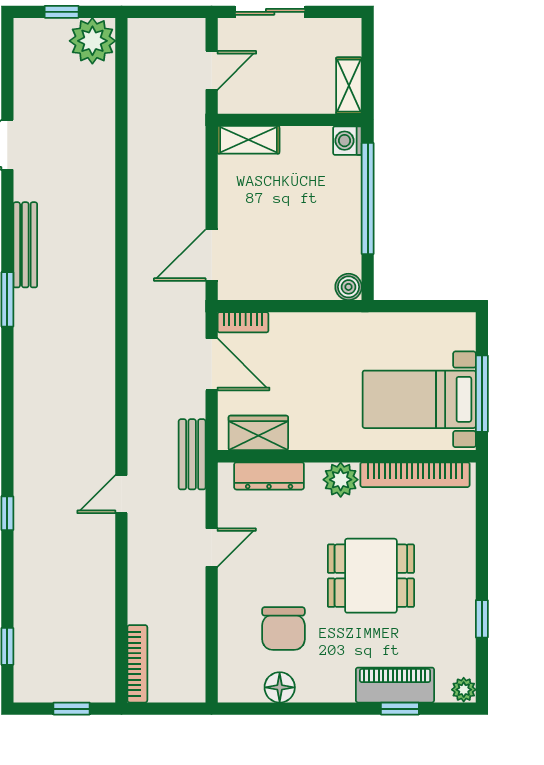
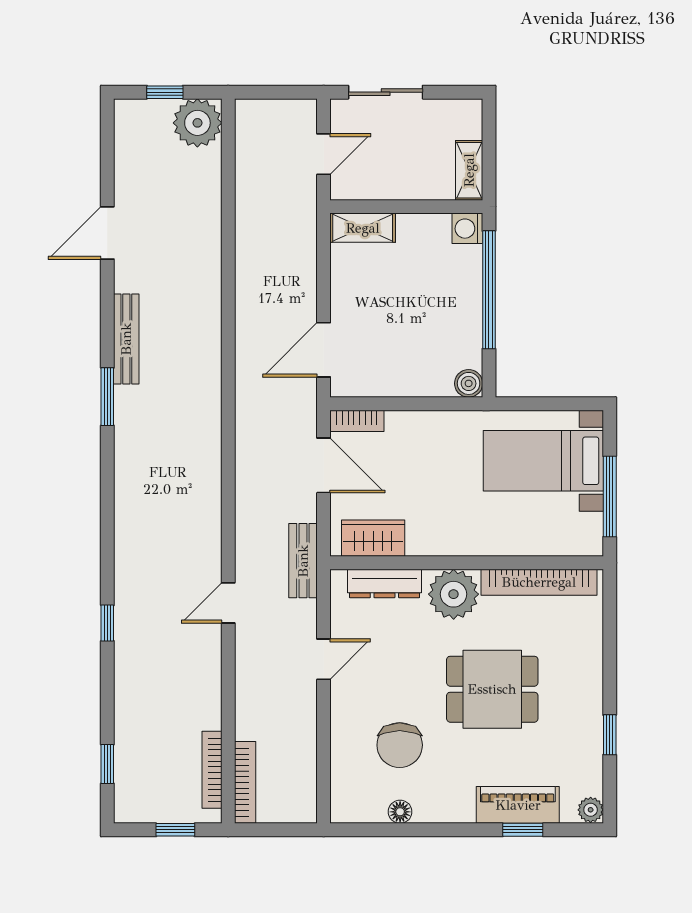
bed with nightstands: (419, 399) -> (543, 461), moved
plant: (341, 480) -> (454, 594), width x1.36, depth x1.36
bookcase: (106, 652) -> (212, 770), added
floor lamp: (280, 687) -> (400, 812), width x0.73, depth x0.73

